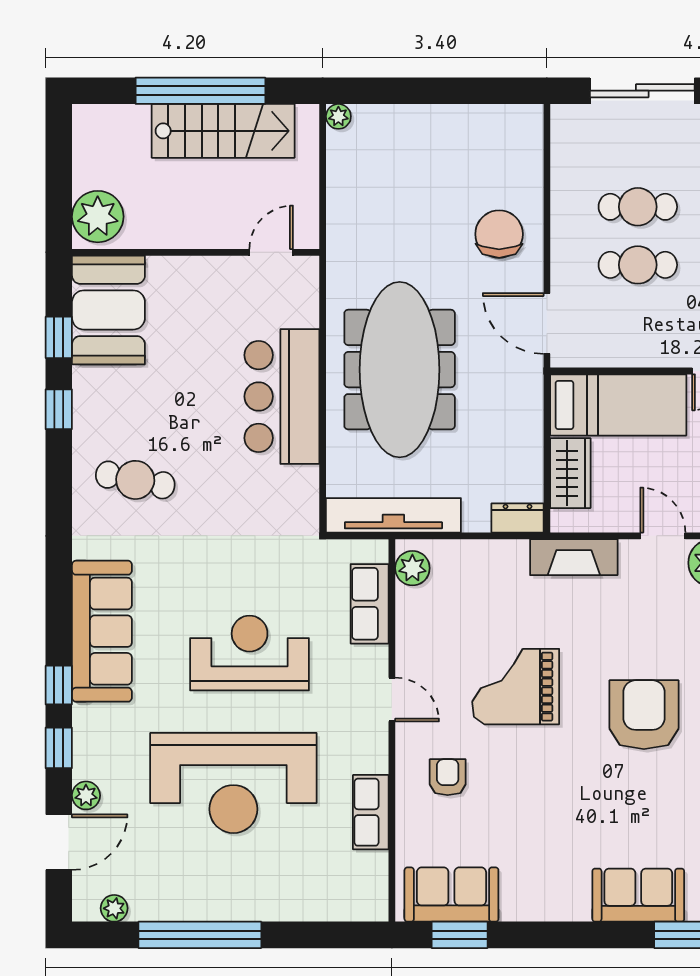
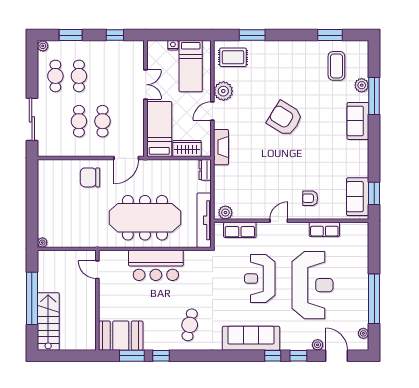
stairs: (223, 131) -> (48, 322), moved
plant: (98, 217) -> (83, 340), removed
window: (59, 337) -> (132, 356), width x1.50
grand piano: (516, 687) -> (273, 171), removed
armchair: (644, 715) -> (285, 119), turned 32

